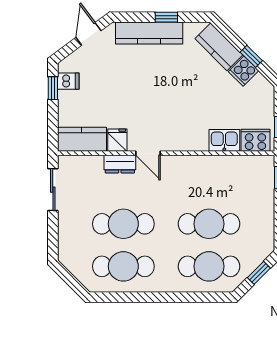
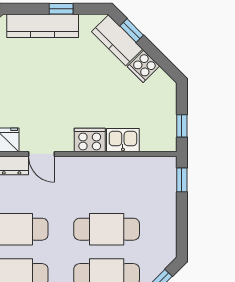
window: (251, 56) -> (132, 31), moved
cooker: (255, 140) -> (90, 140), moved

